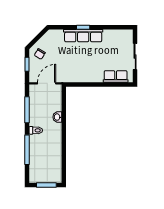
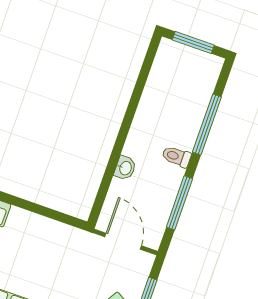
door: (47, 83) -> (123, 241), swing flipped

